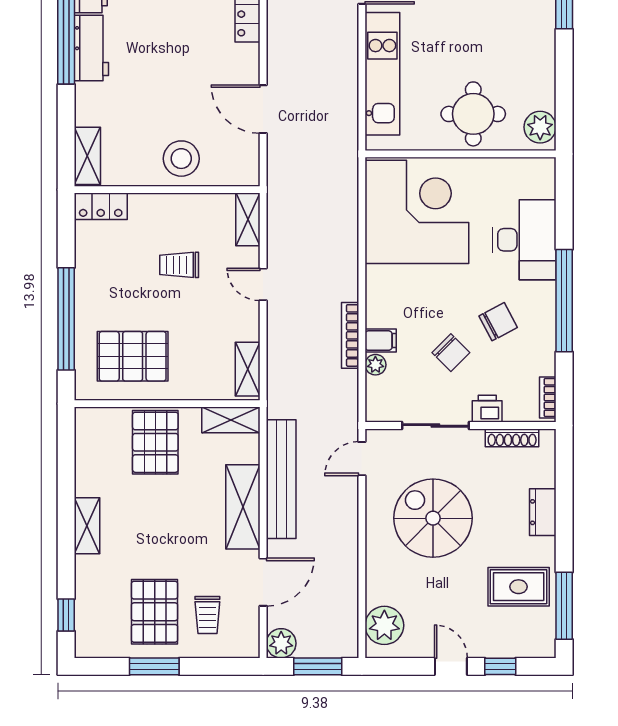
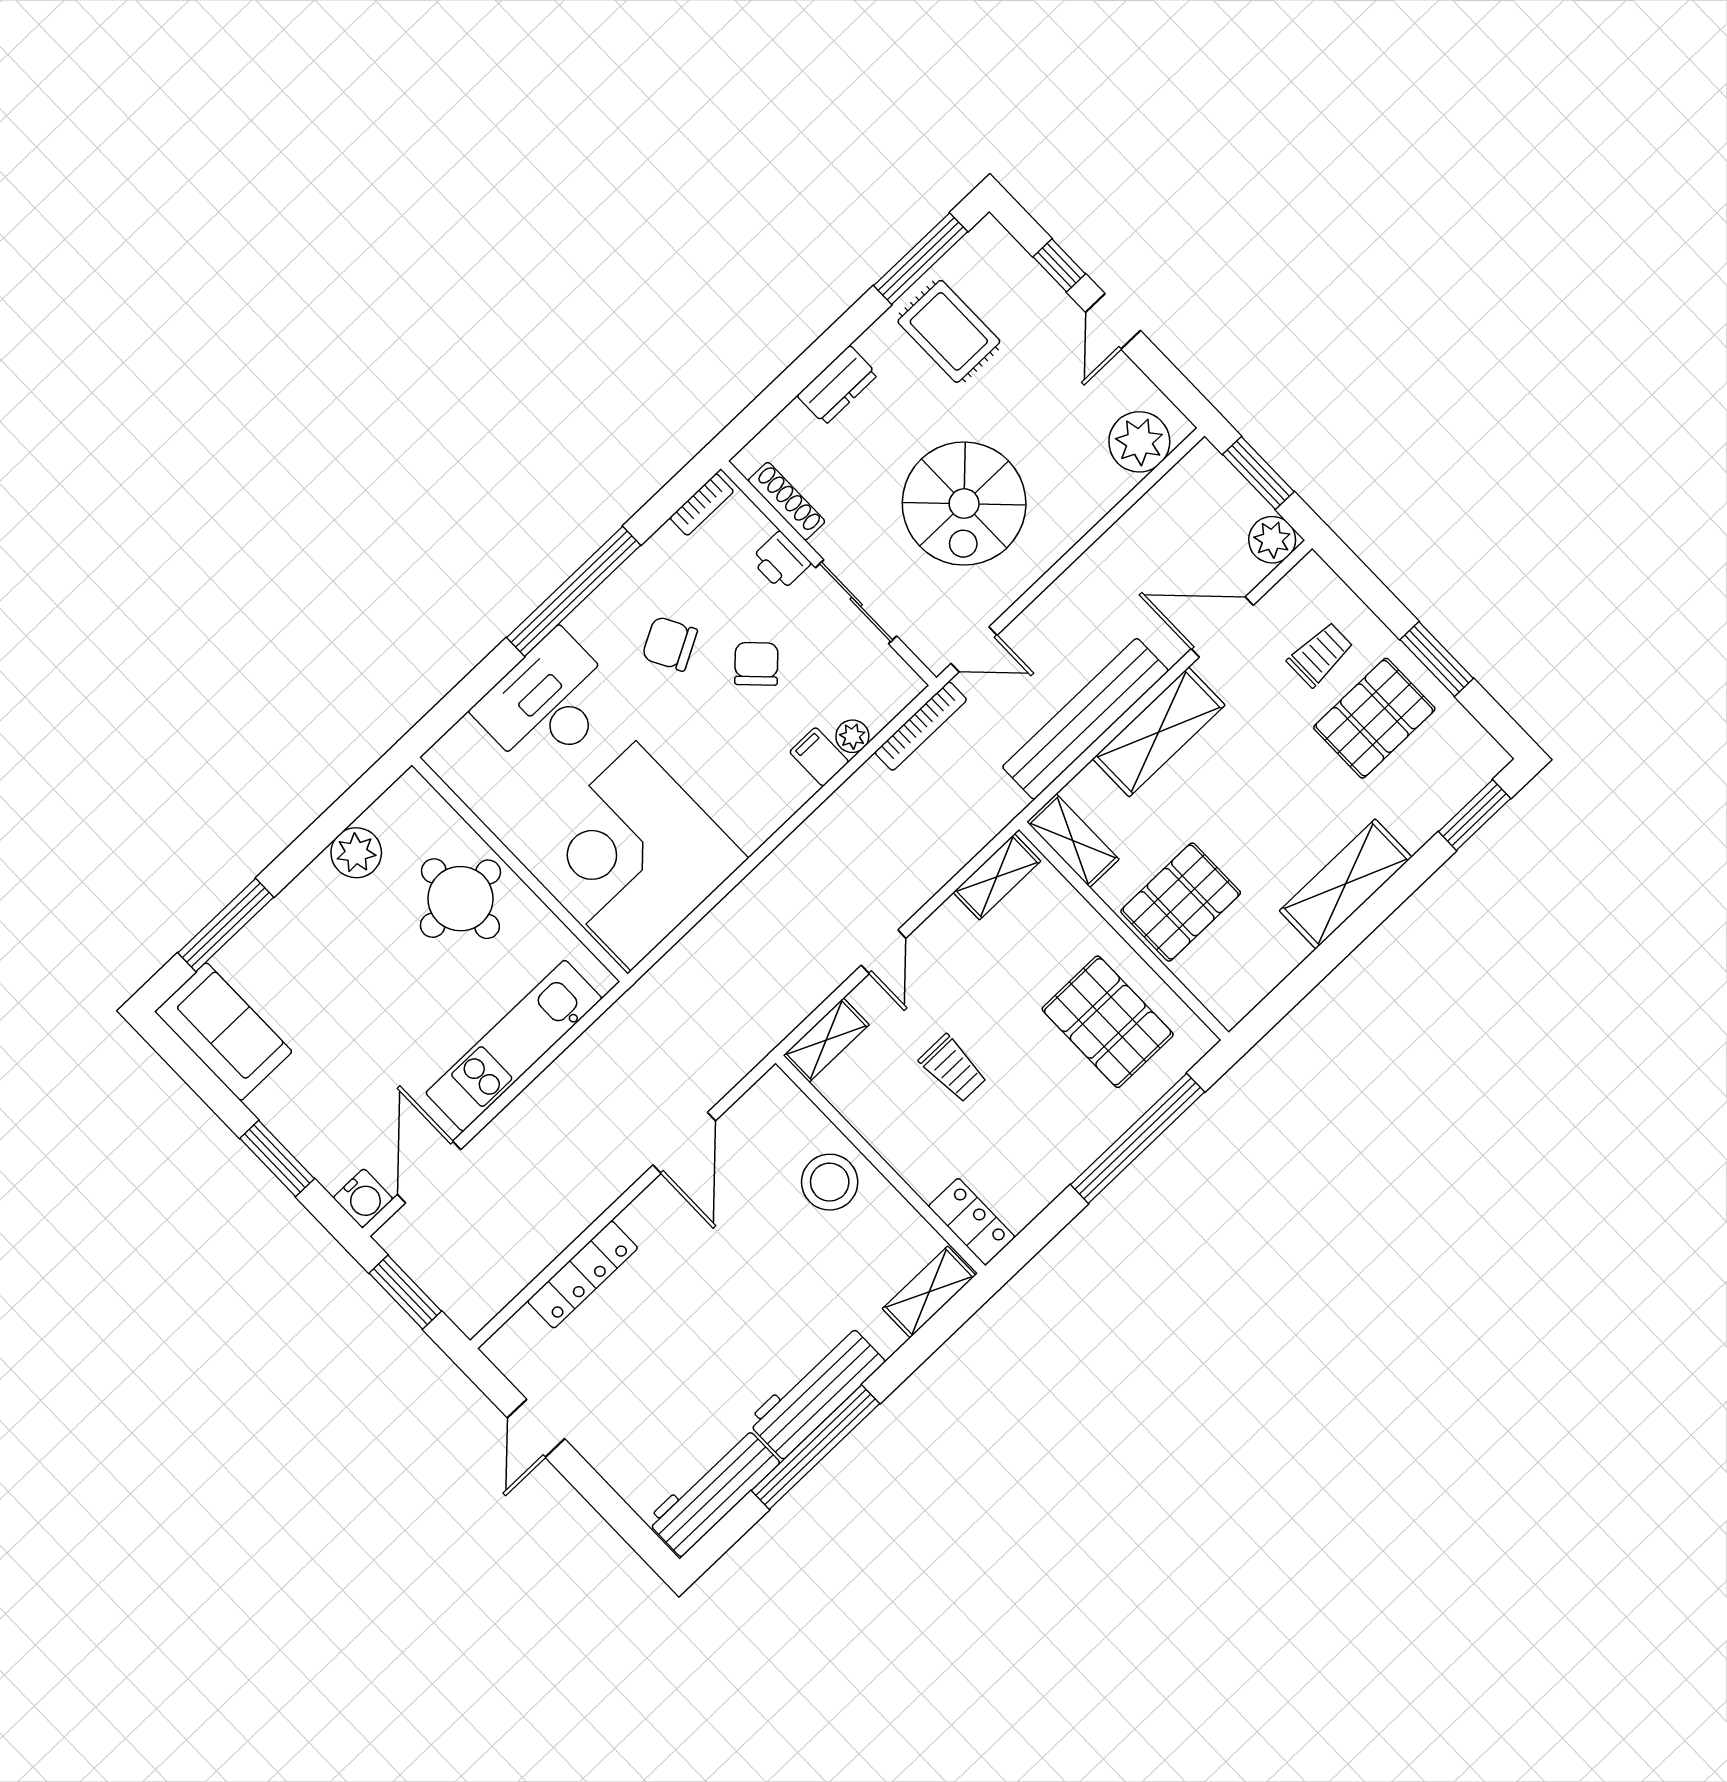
workbench: (91, 48) -> (816, 1391), width x1.38
plant: (540, 127) -> (356, 853), moved
bookcase: (350, 335) -> (921, 726), moved
shelving: (87, 526) -> (1346, 884), width x1.50, depth x1.33
window: (66, 615) -> (1475, 815), width x1.50

